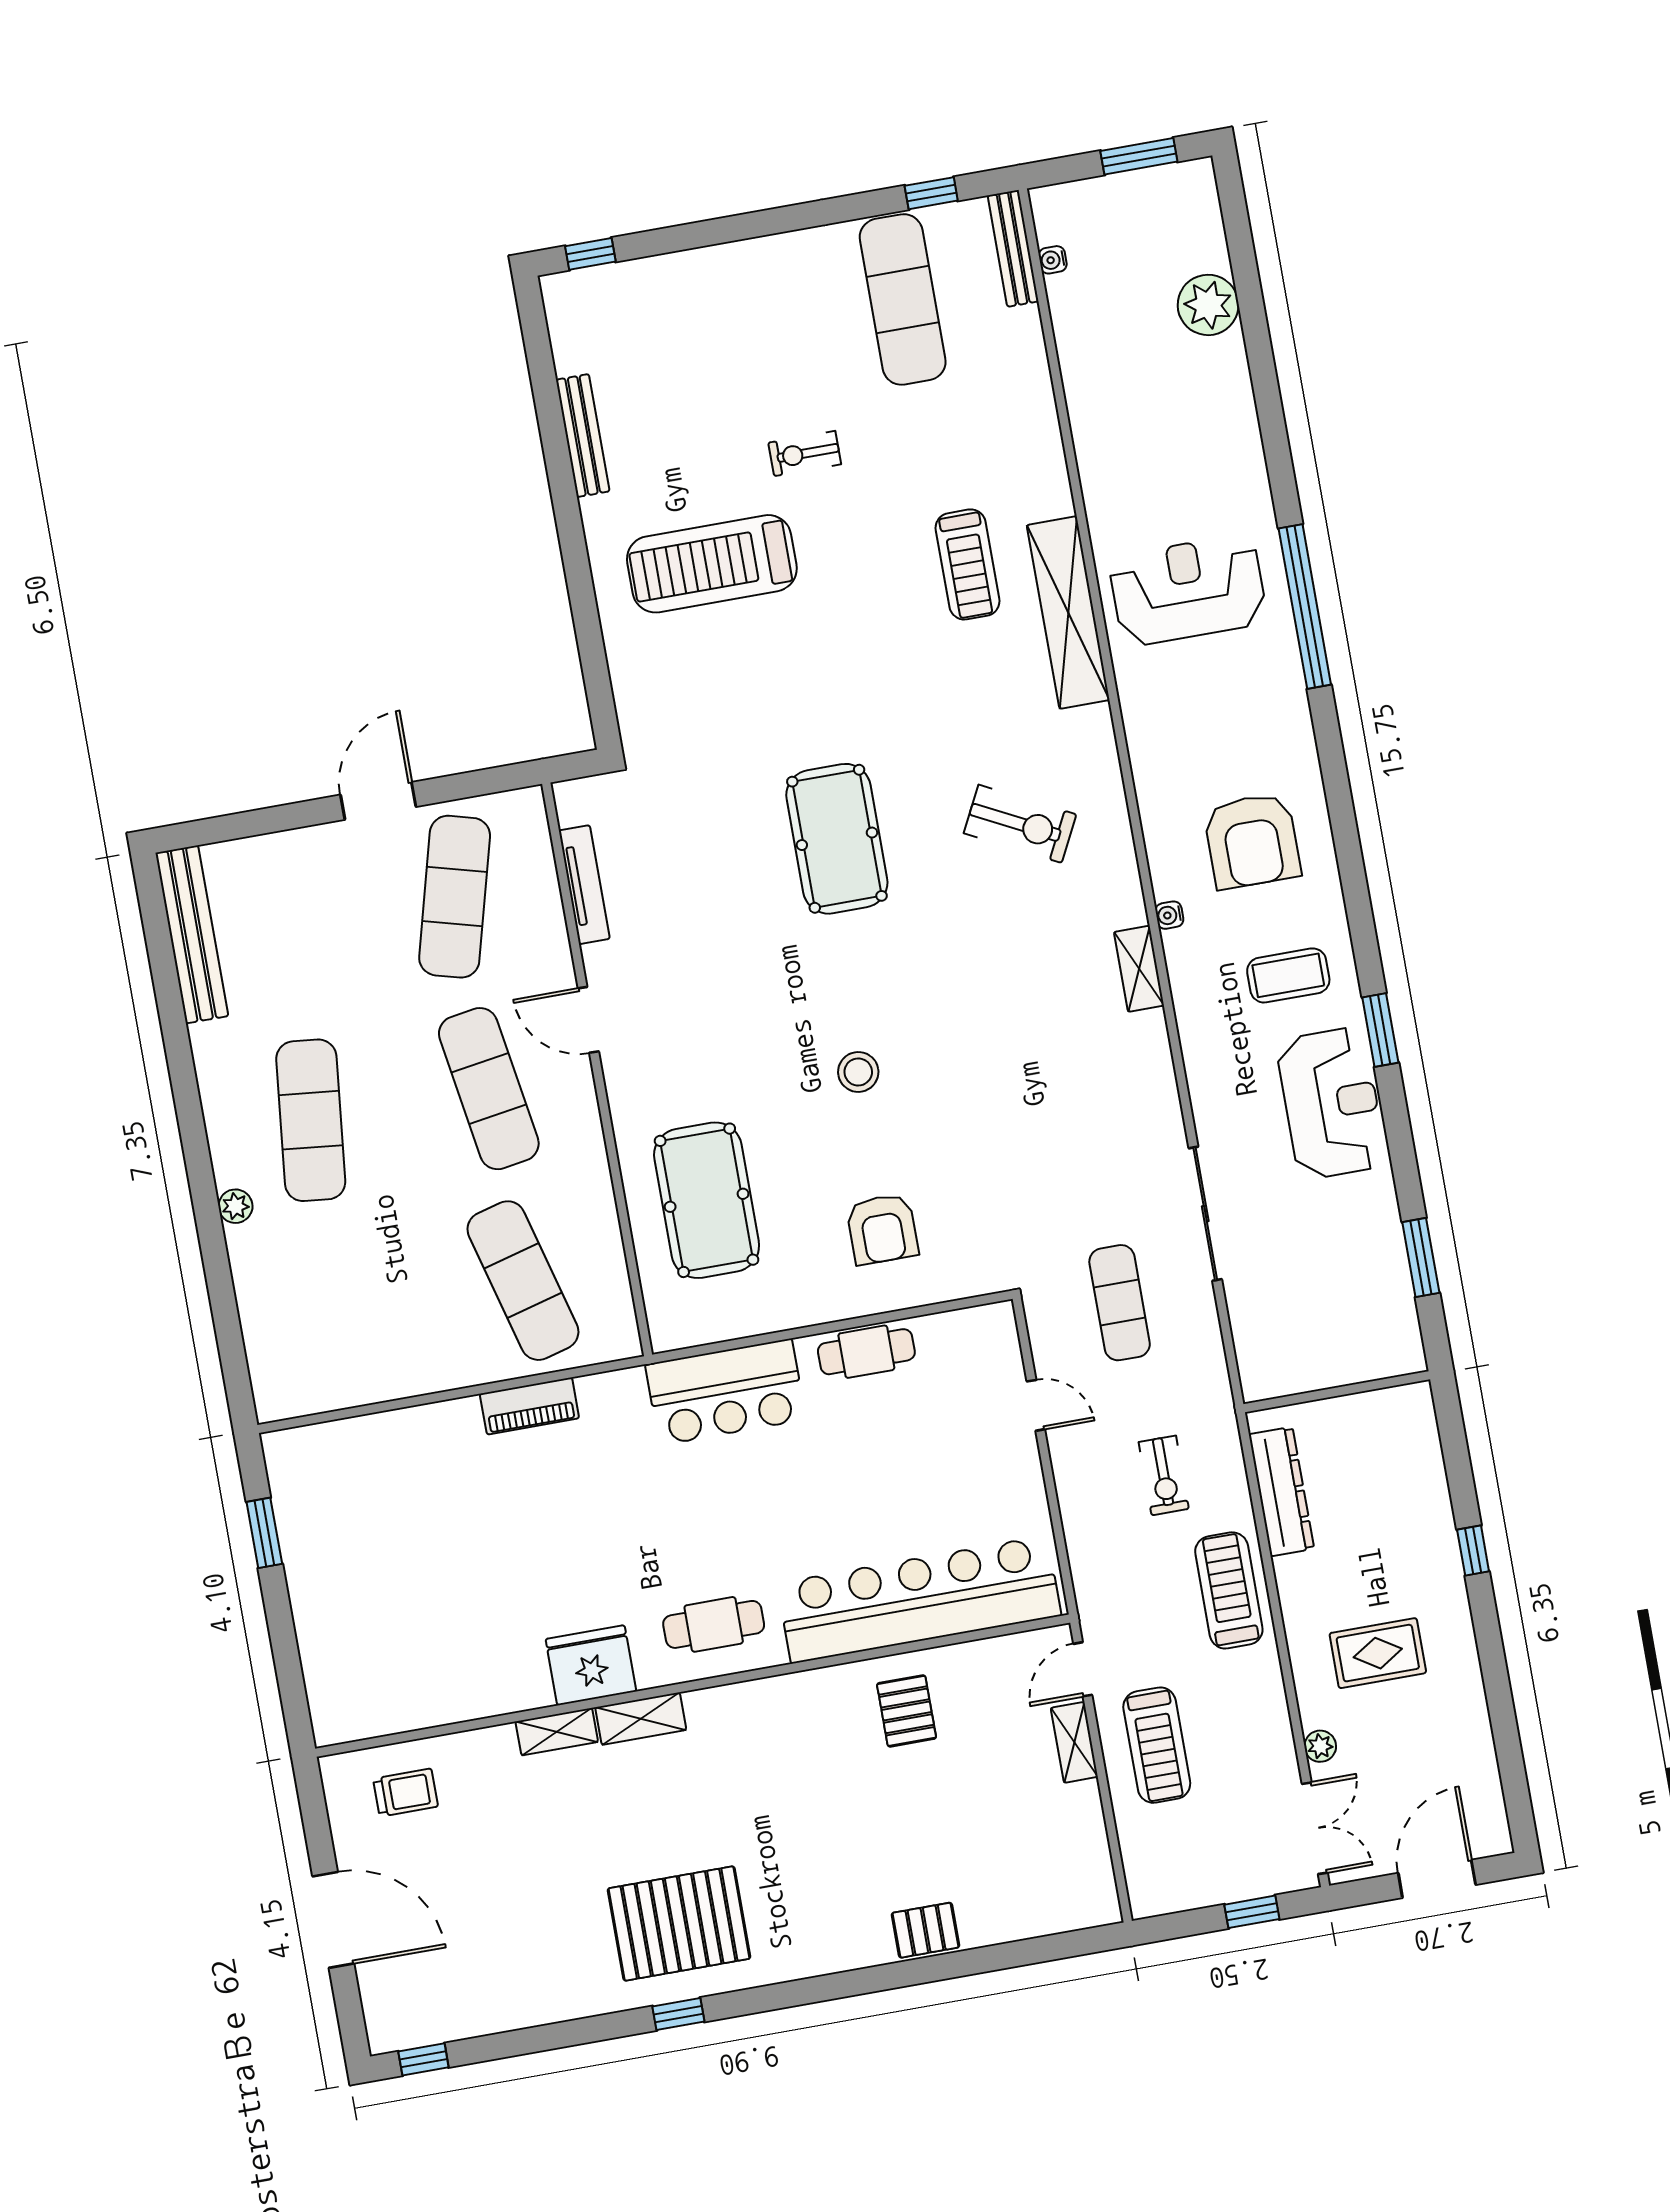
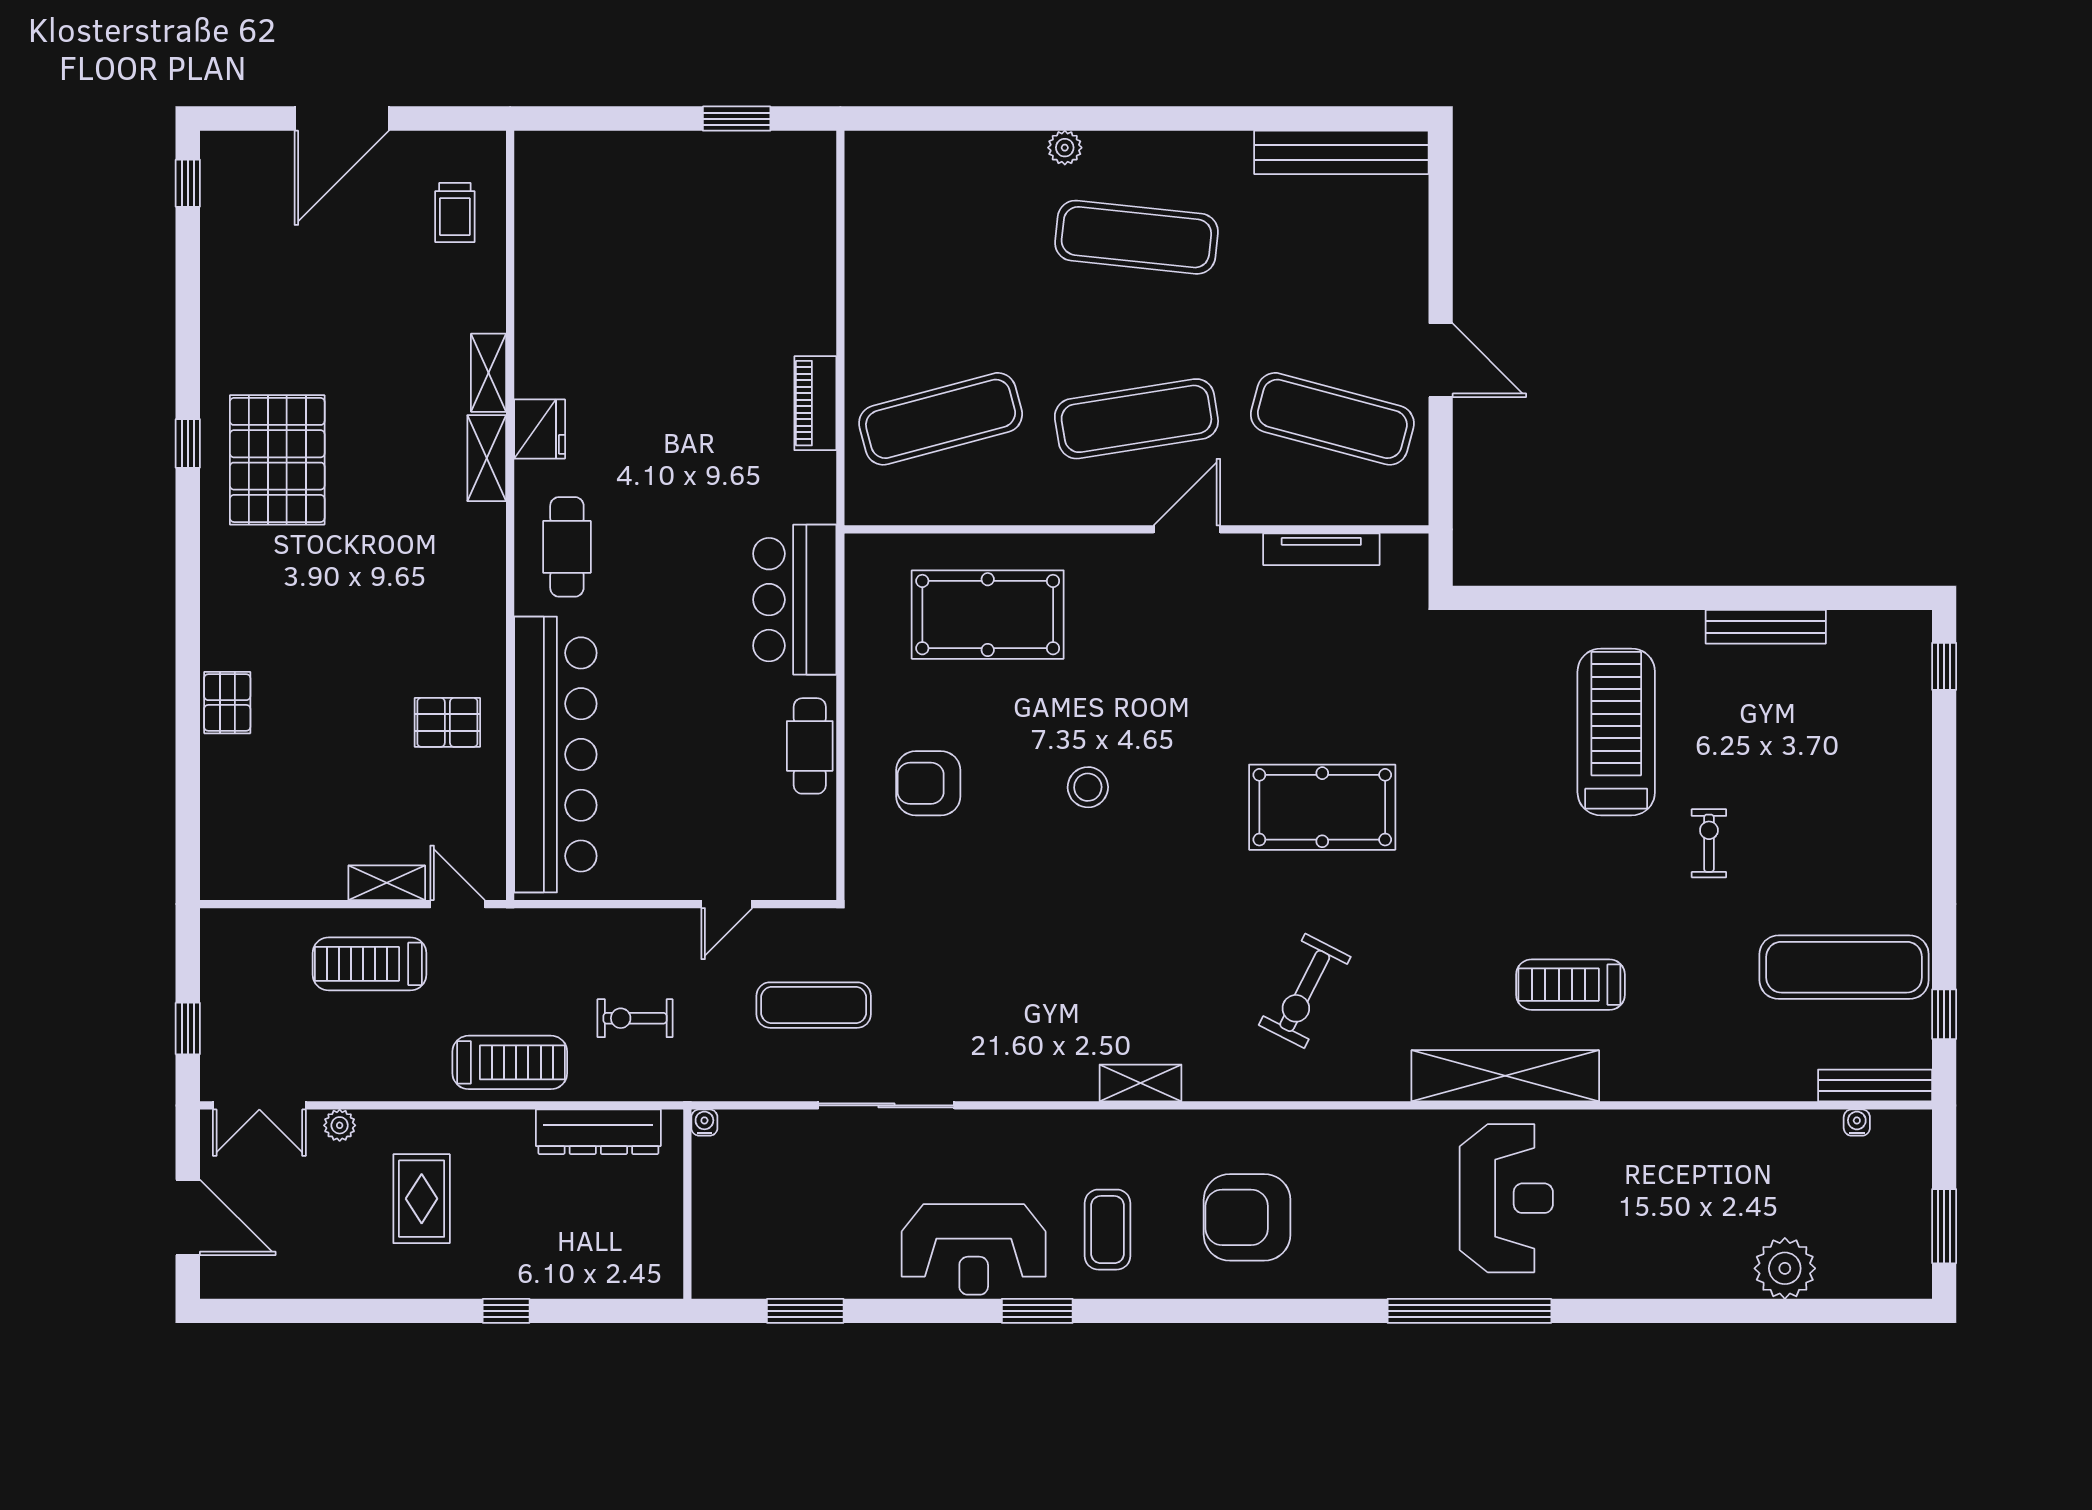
water cooler: (1169, 915) -> (704, 1123), moved
fridge: (591, 1665) -> (540, 429), width x0.73, depth x0.75

